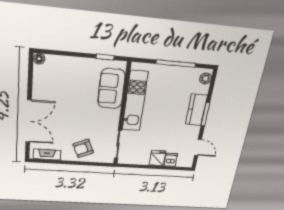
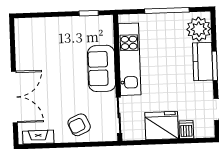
floor lamp: (39, 59) -> (20, 24), removed
plant: (206, 79) -> (199, 29), width x1.87, depth x1.87
sofa: (111, 89) -> (102, 68), moved
fridge: (157, 158) -> (162, 126), width x1.88, depth x1.34

